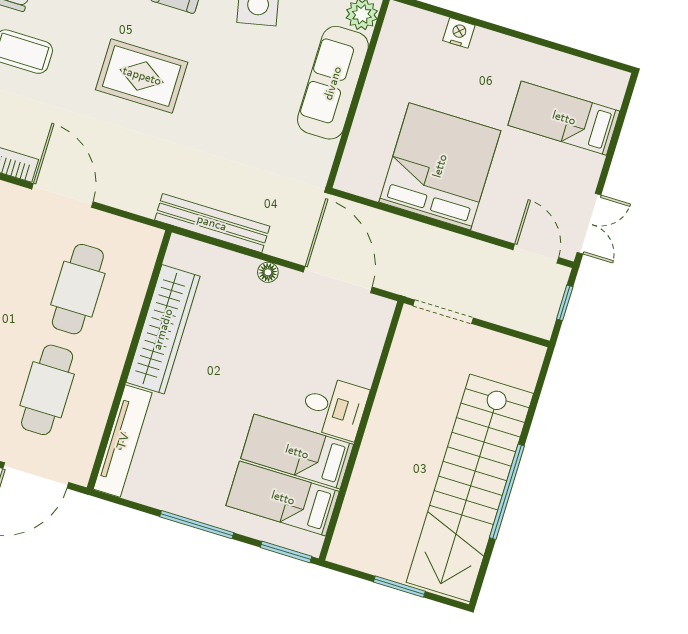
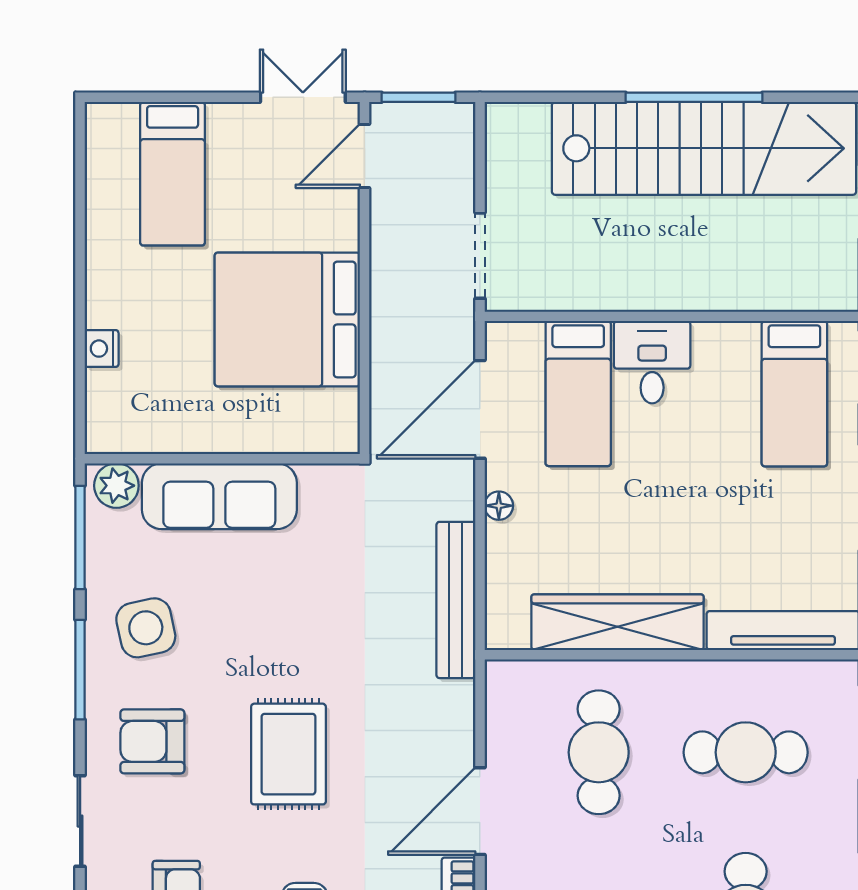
cafe table: (78, 289) -> (599, 752), turned 90
window: (565, 303) -> (419, 97), width x1.50
bed: (297, 452) -> (578, 394), moved

